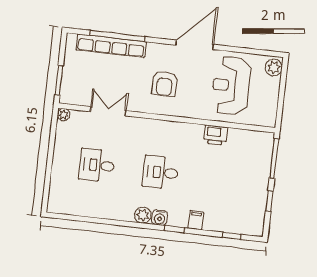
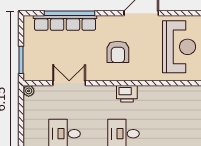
reception desk: (231, 86) -> (179, 47), turned 180
printer: (216, 135) -> (127, 94), moved

